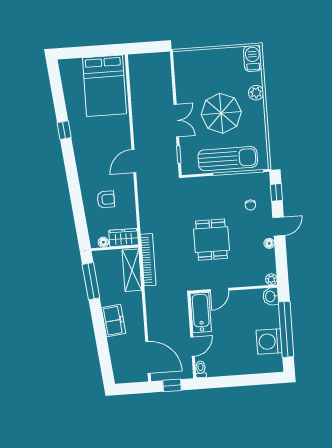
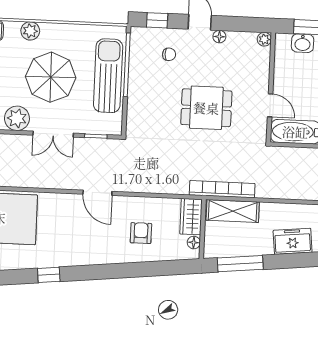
plant: (185, 90) -> (17, 118), added
double door: (176, 120) -> (53, 134), swing flipped
washbasin: (271, 296) -> (303, 43), moved

